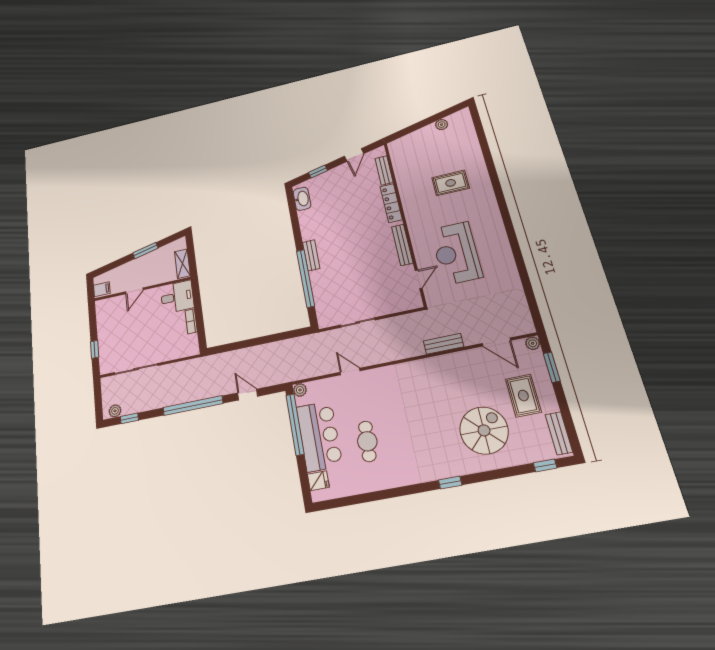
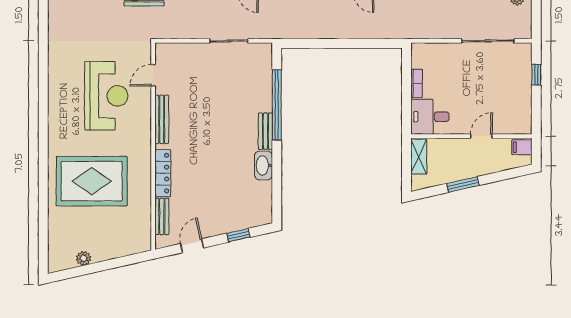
rug: (451, 183) -> (92, 181), width x1.86, depth x2.06
washbasin: (302, 199) -> (264, 165), moved

